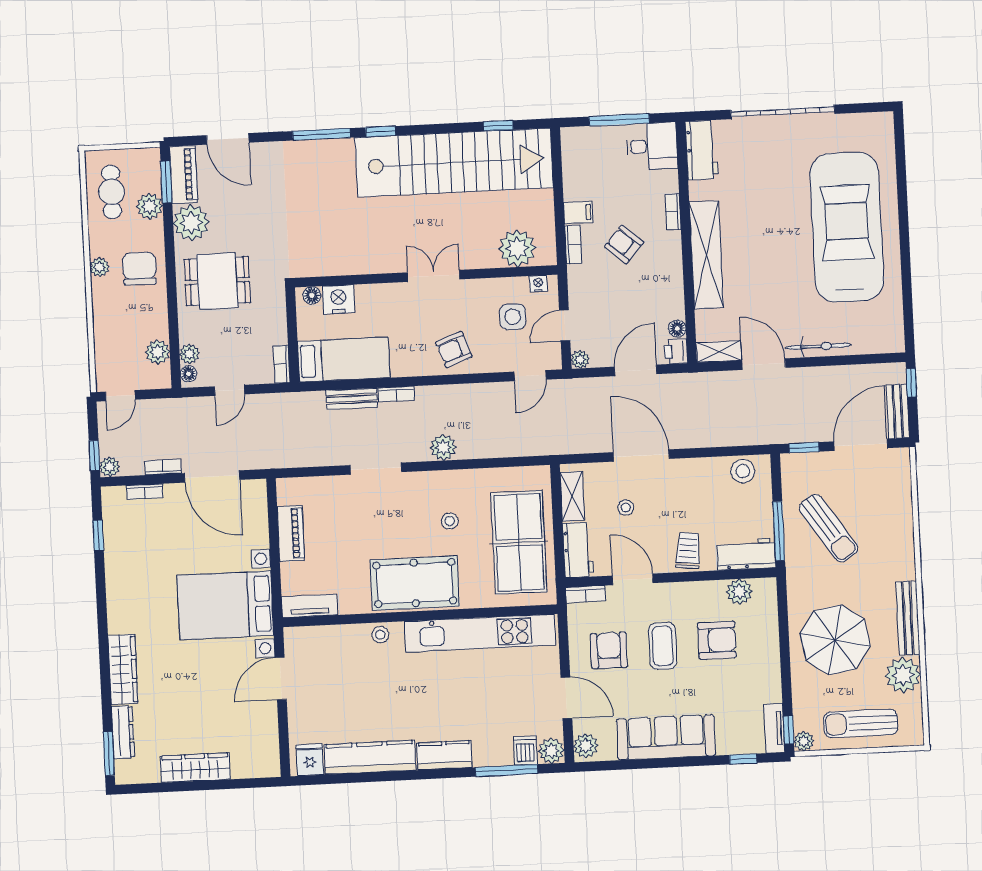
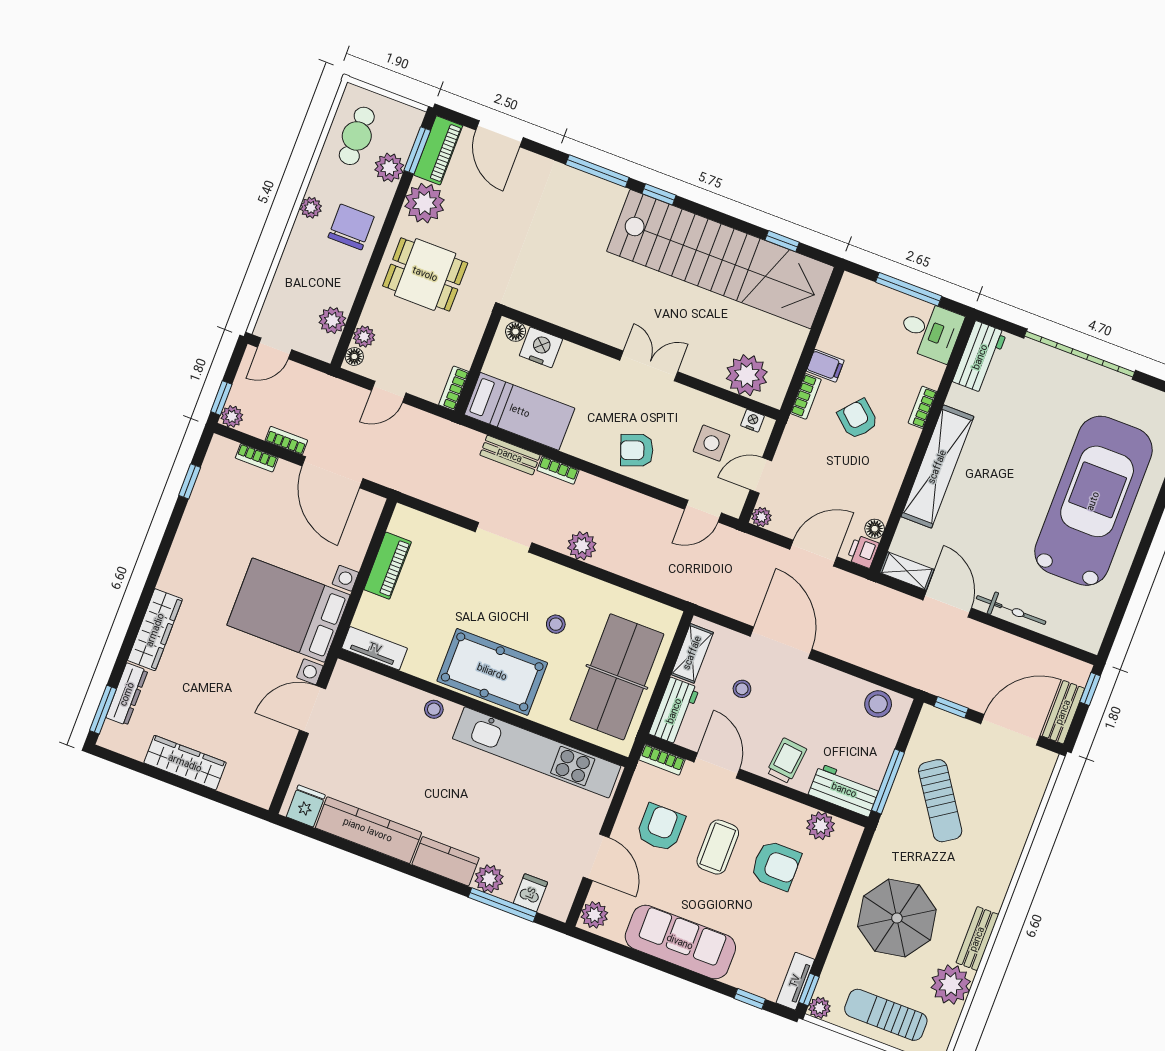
bench: (908, 618) -> (977, 939), width x0.73
plant: (551, 751) -> (489, 879), moved

